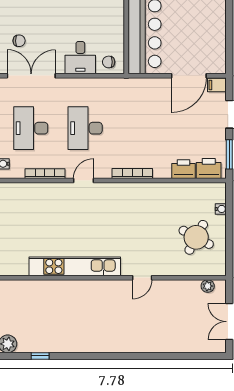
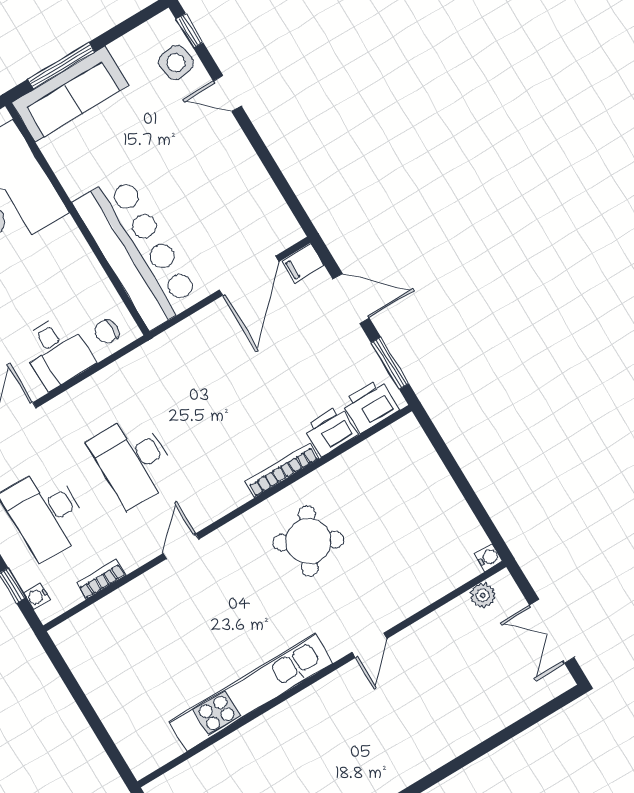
bookcase: (45, 174) -> (101, 579), width x0.64
bookcase: (132, 174) -> (282, 470), moved
water cooler: (221, 209) -> (489, 558), moved
round table: (196, 237) -> (308, 541), moved

